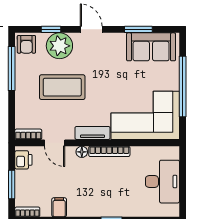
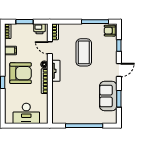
plant: (59, 46) -> (109, 51), removed
sofa: (151, 47) -> (108, 96), moved
corner sofa: (145, 115) -> (67, 103), removed
door: (55, 143) -> (50, 48), hinge flipped
armchair: (96, 191) -> (21, 73), added

